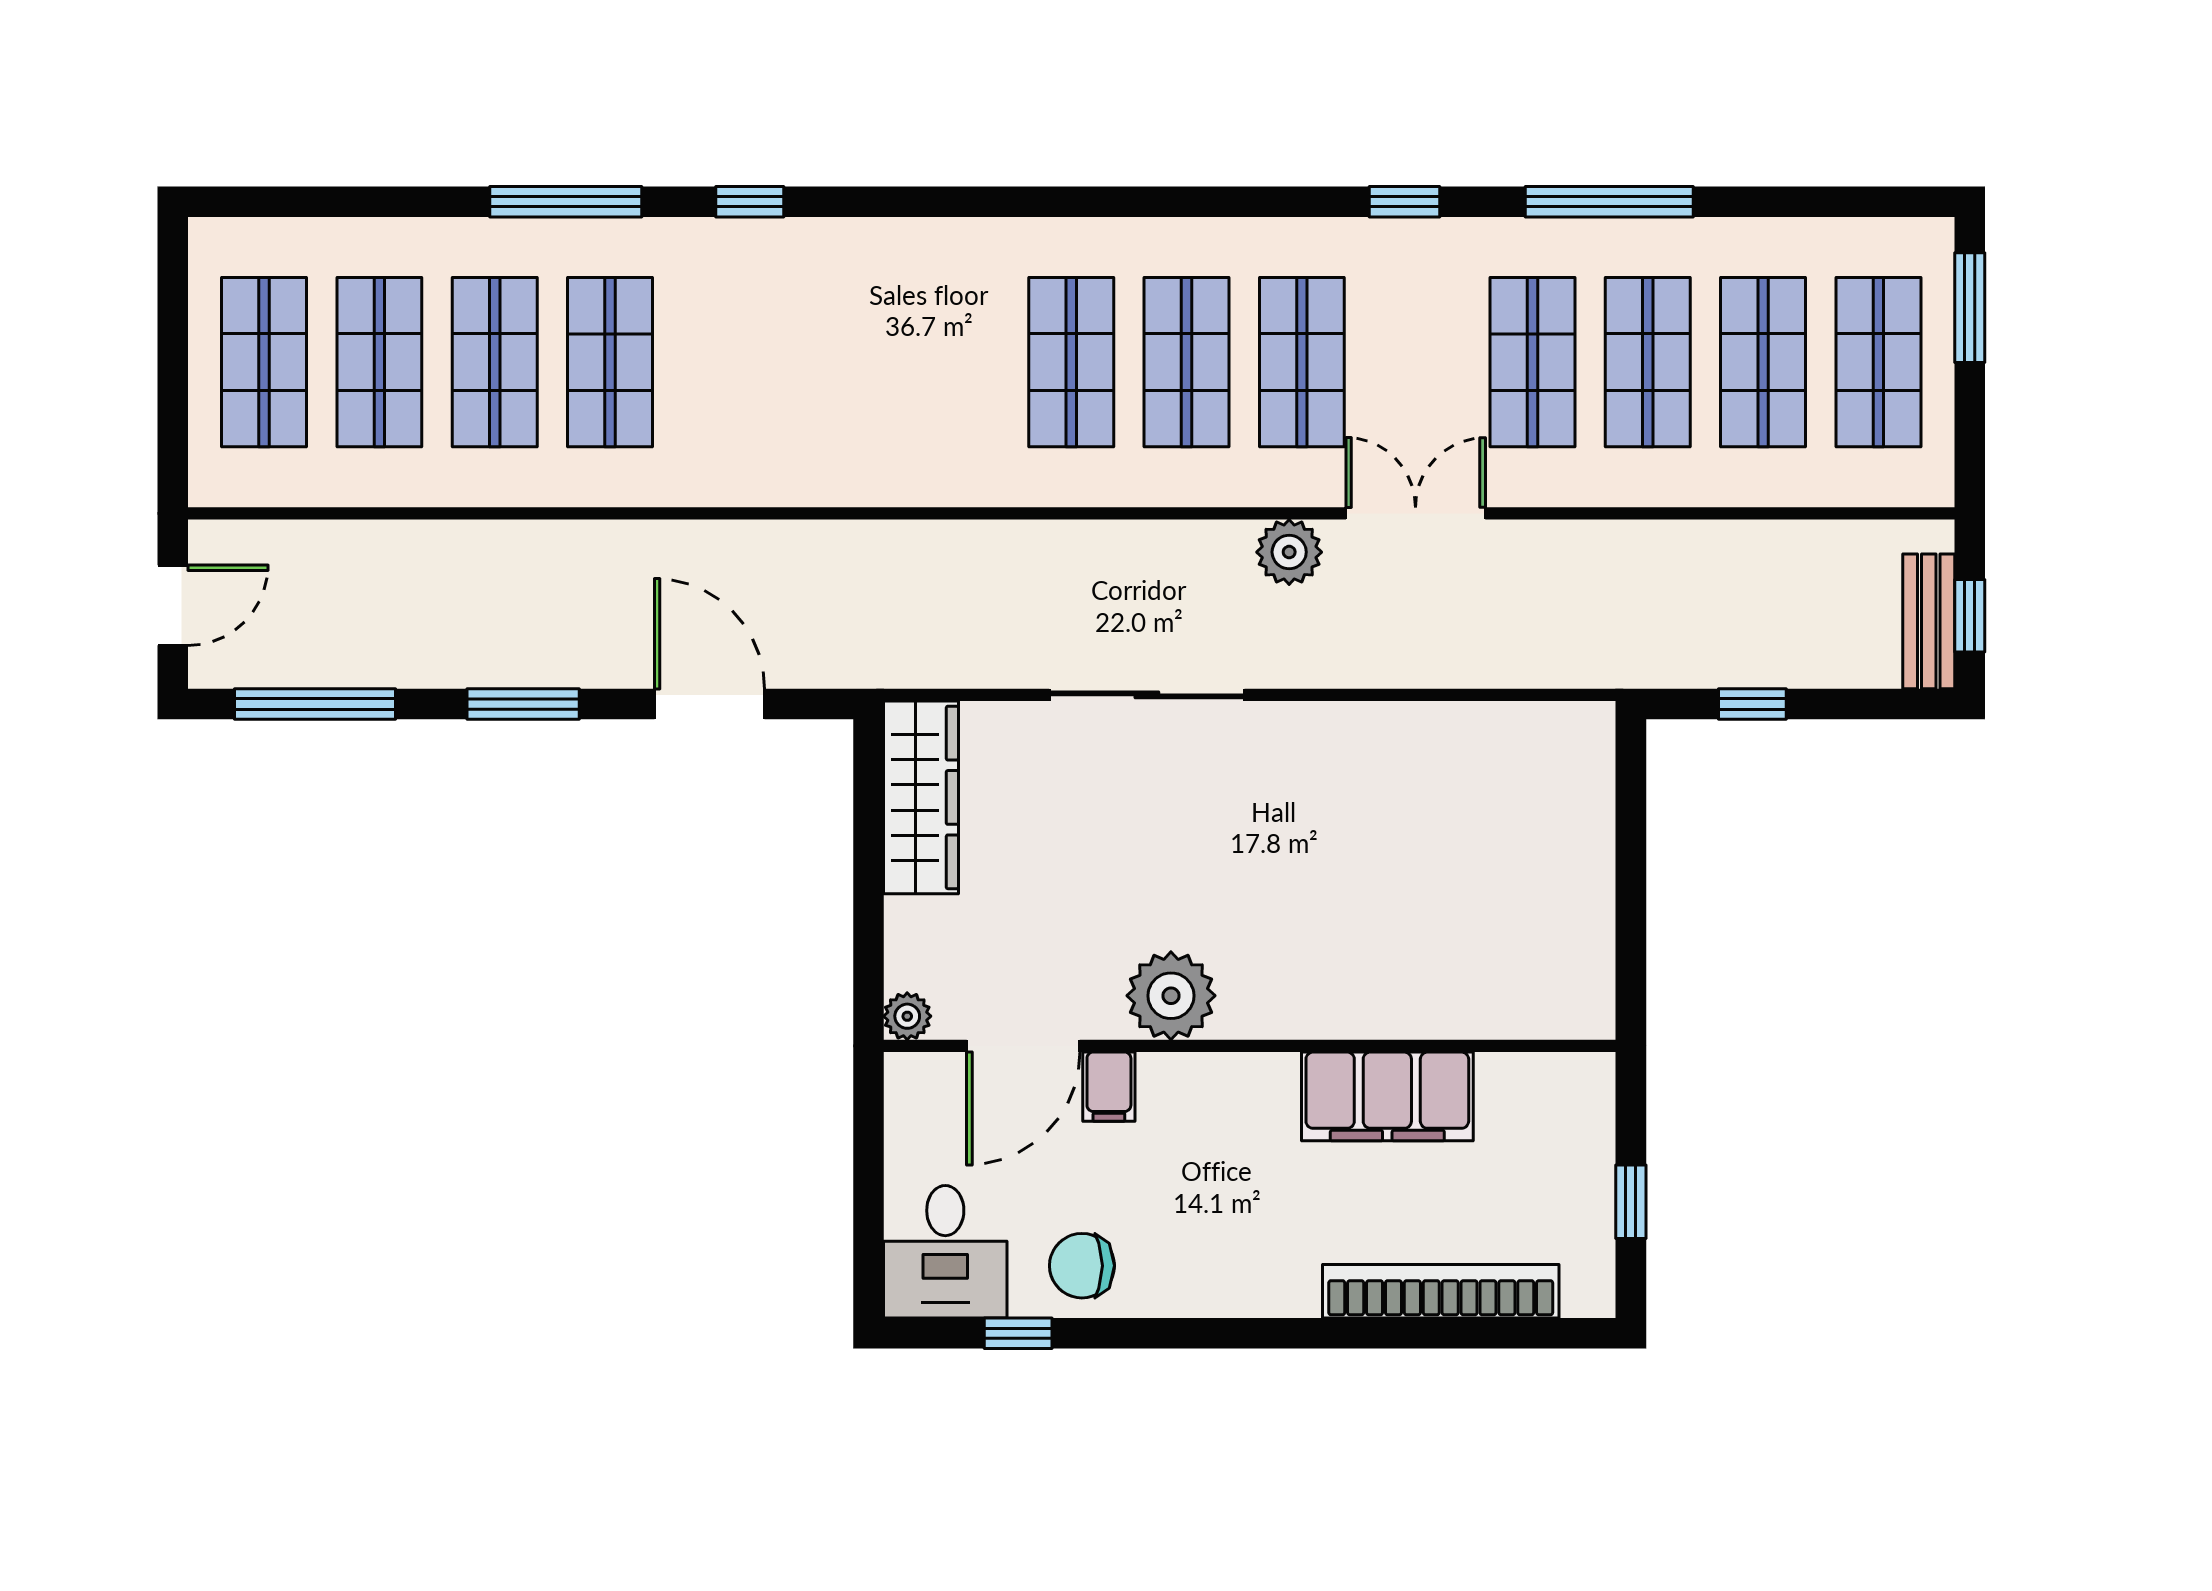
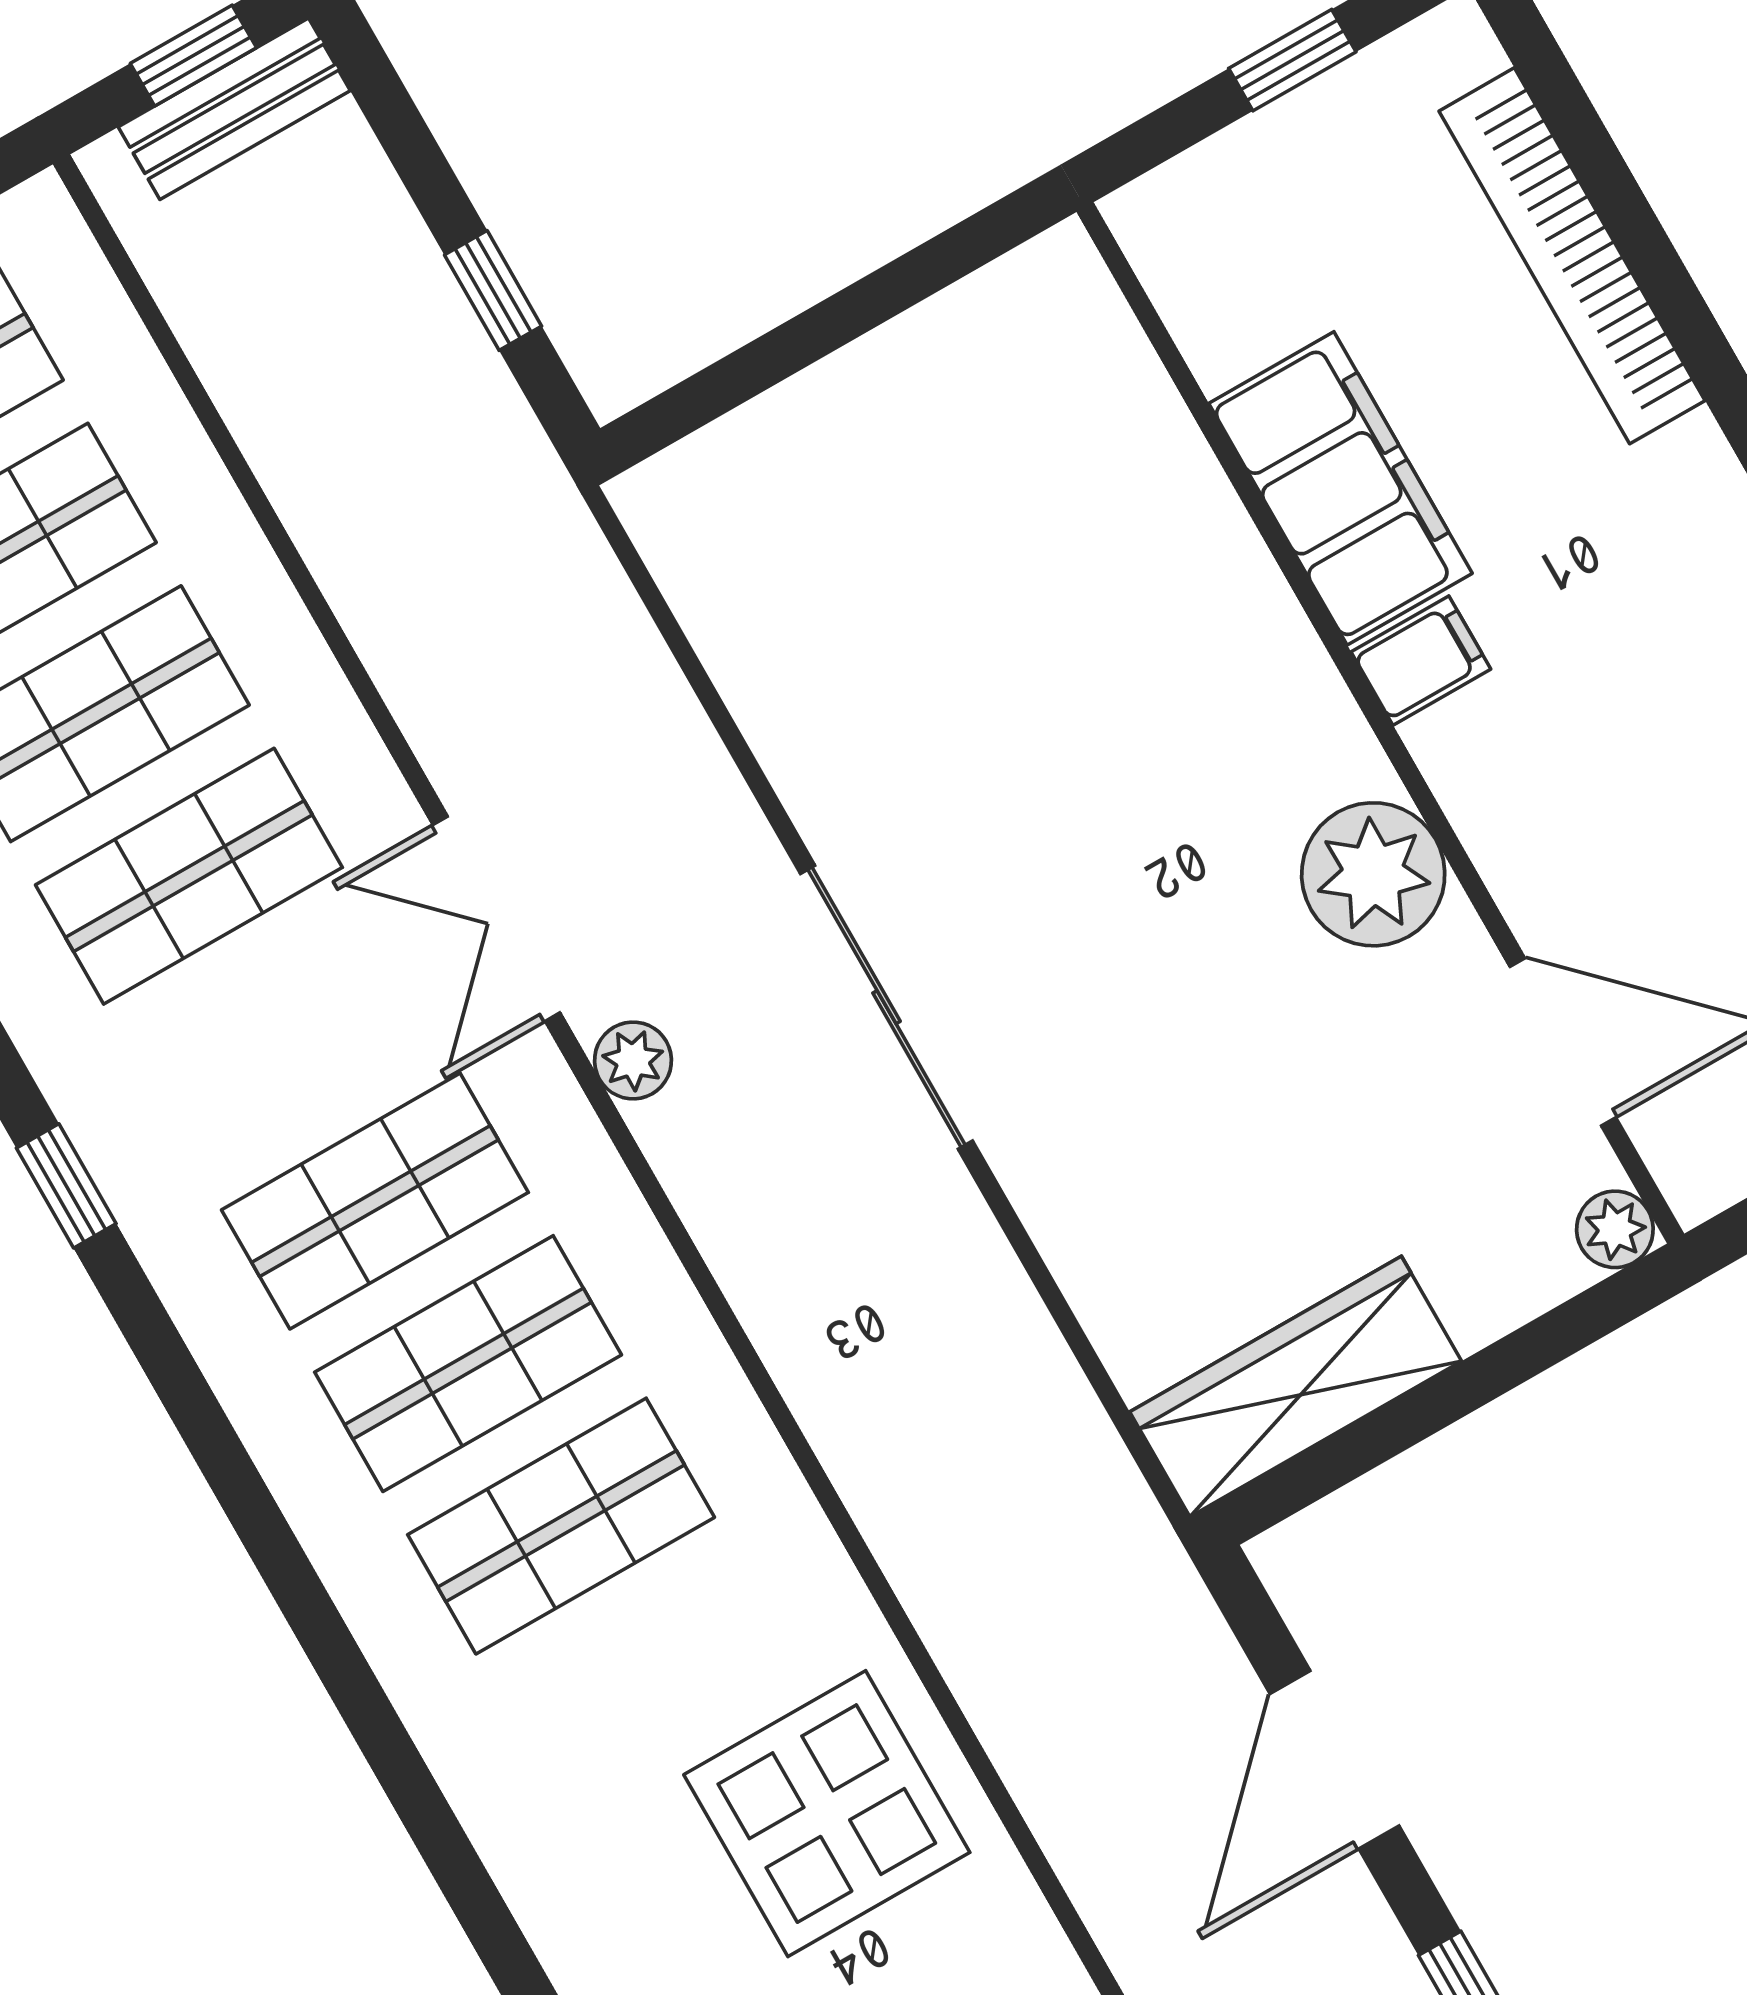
display table: (836, 416) -> (827, 1814), added
plant: (1289, 552) -> (633, 1060), width x0.73, depth x0.73
sliding door: (1147, 695) -> (887, 1007), moved
filing cabinet: (1109, 1087) -> (1421, 661), moved

